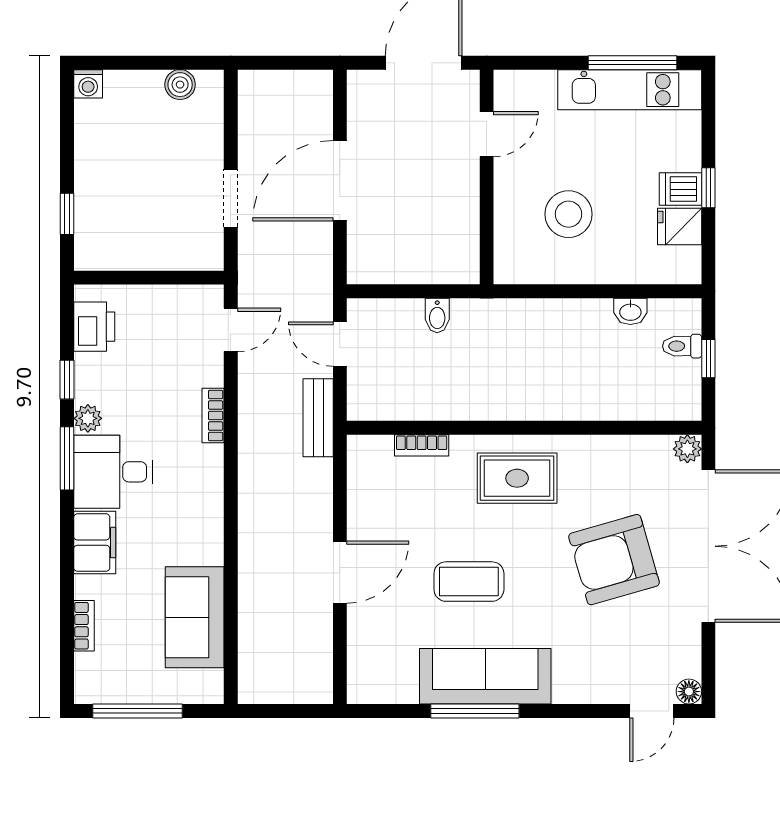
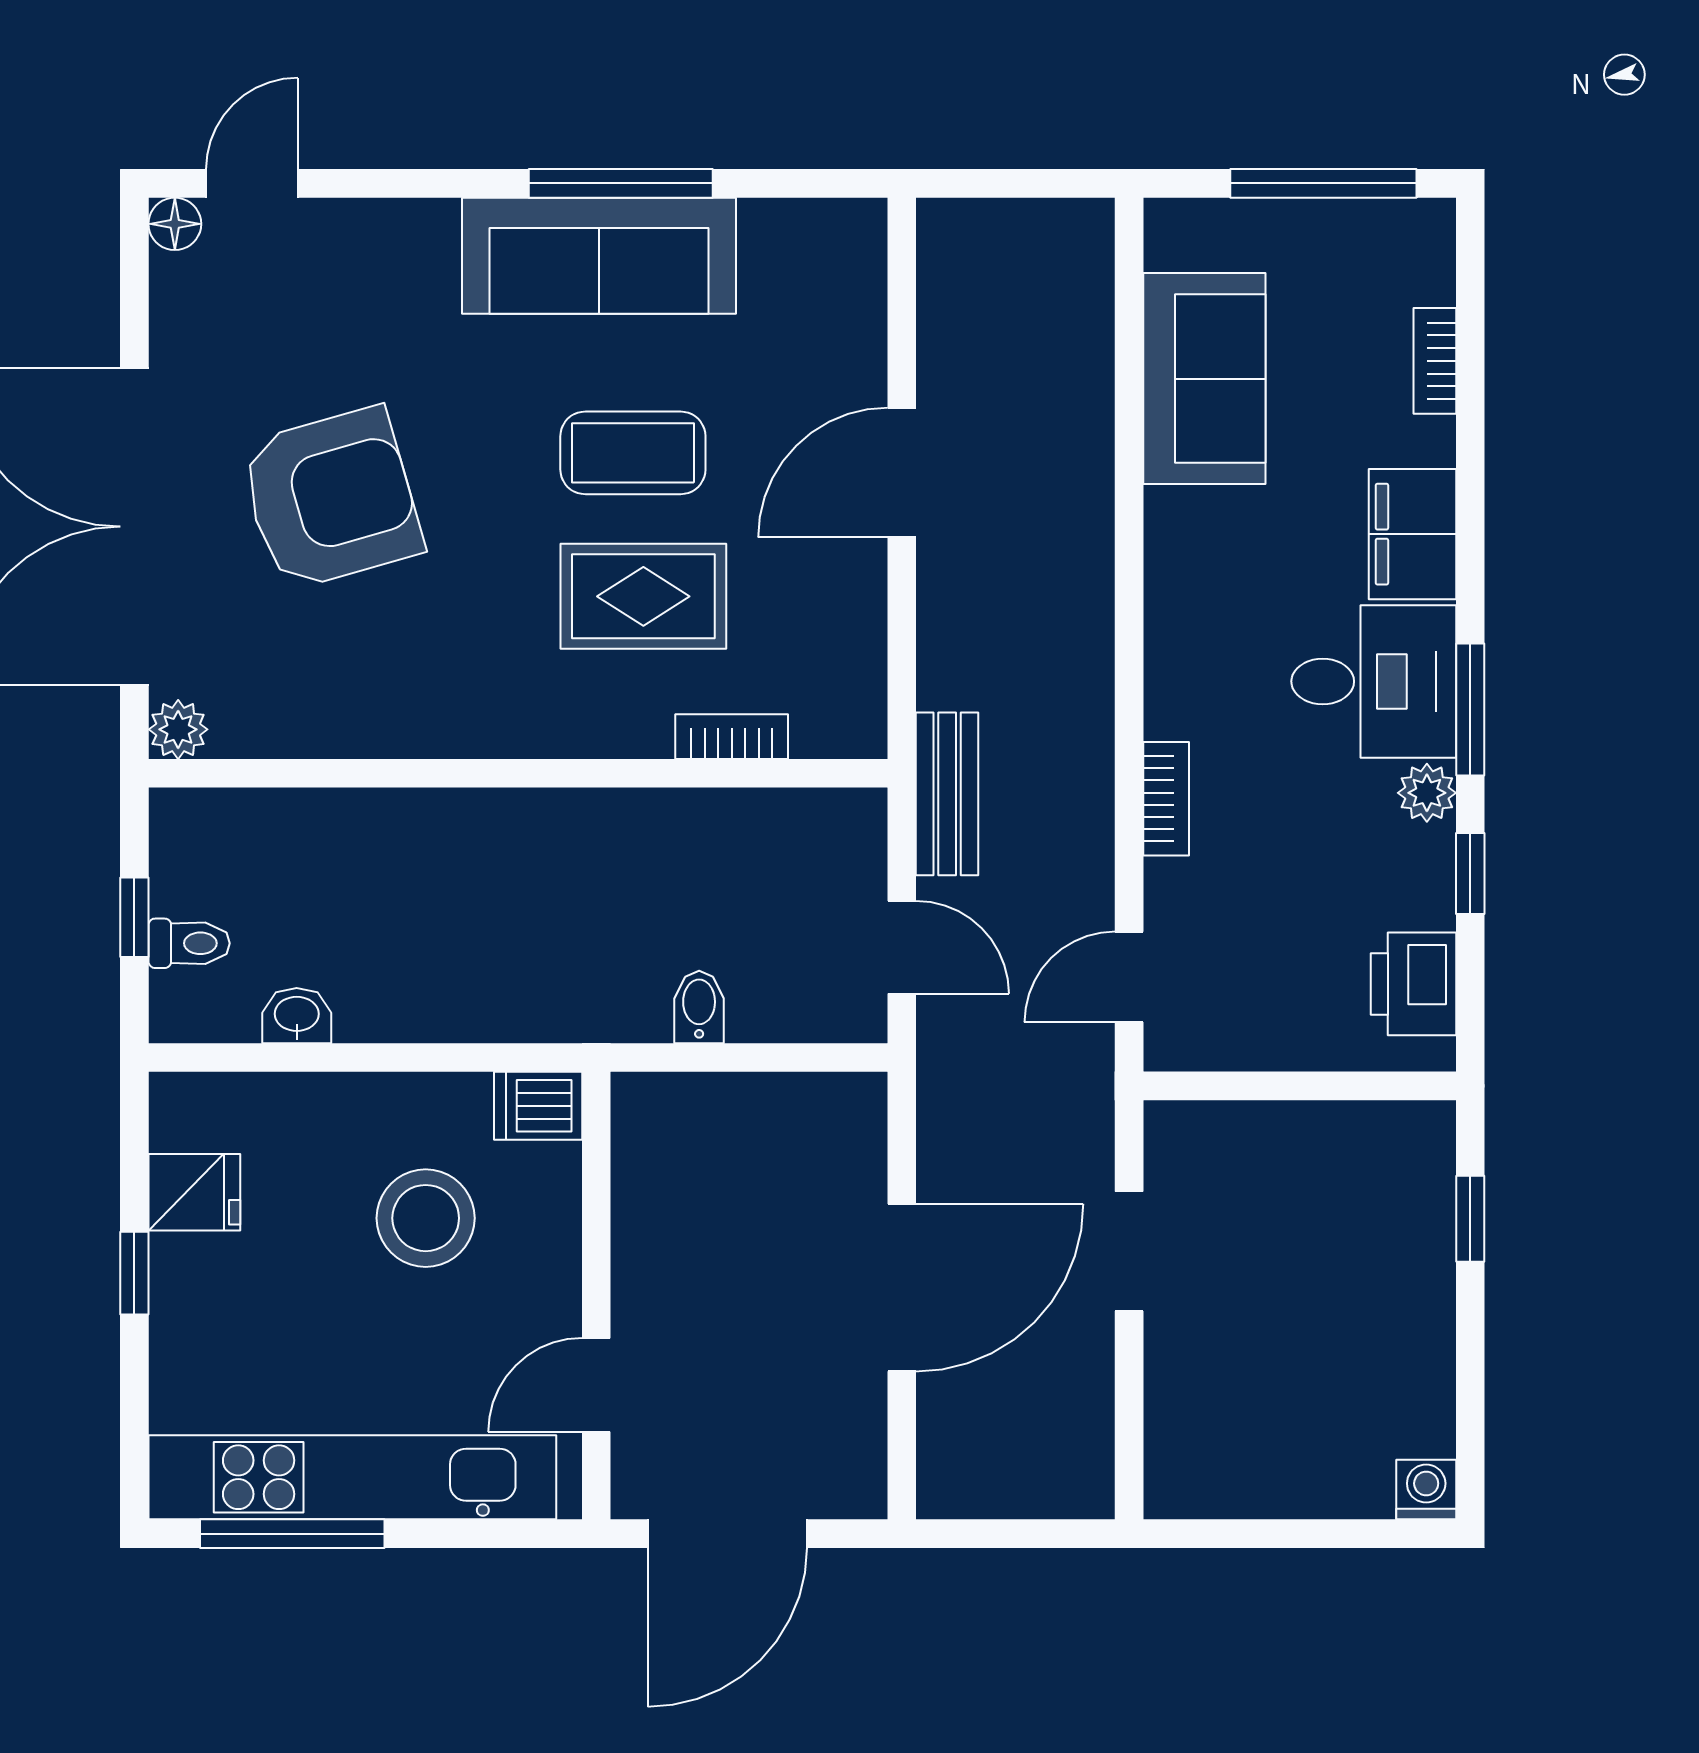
boiler: (180, 85) -> (1235, 1488), removed
kitchen unit: (630, 90) -> (352, 1477), width x1.36
dishwasher: (680, 189) -> (538, 1106), moved, turned 180
rug: (517, 478) -> (643, 596), moved

